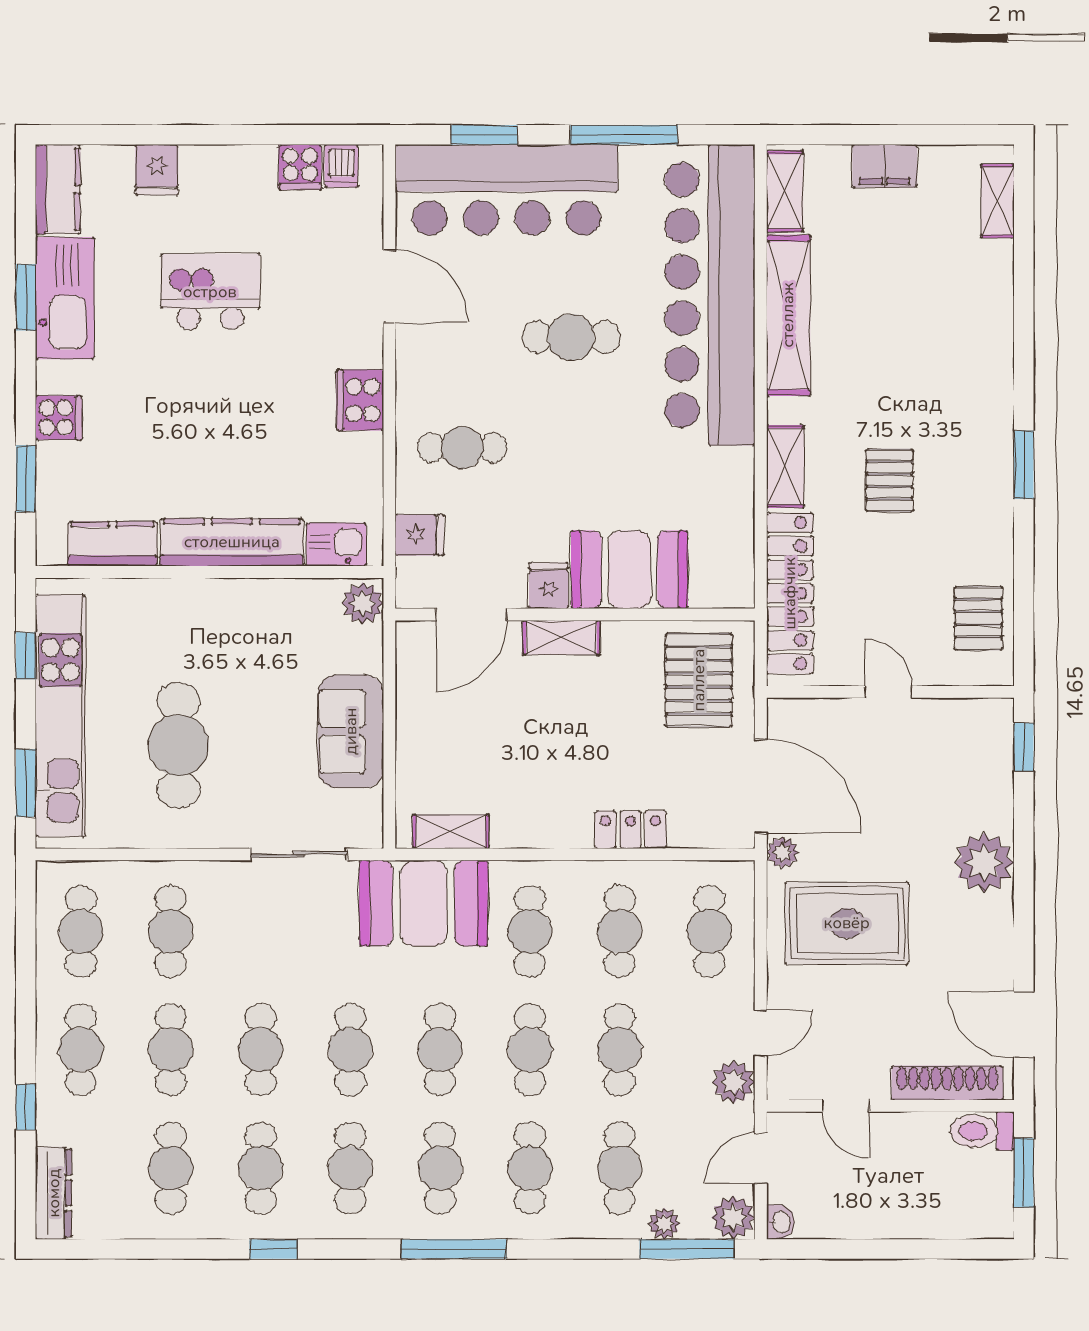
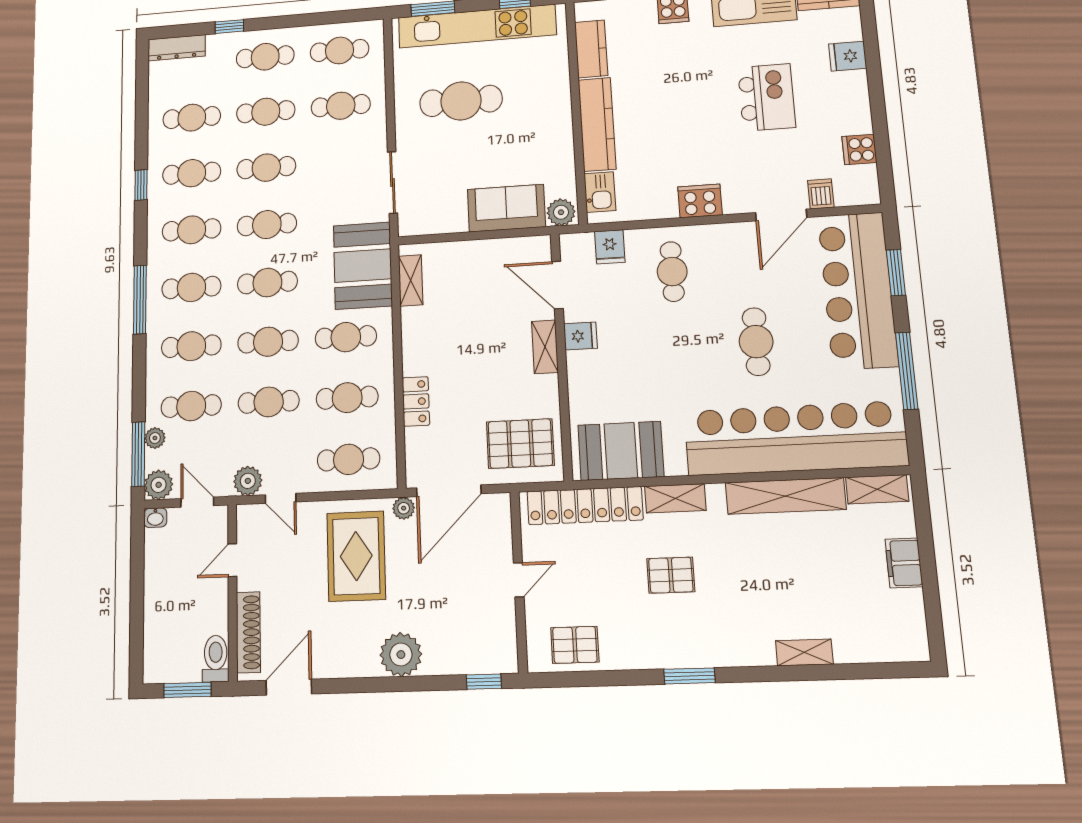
dishwasher: (341, 166) -> (821, 194), moved, turned 90
shelving: (998, 201) -> (804, 652), moved
booth: (629, 570) -> (621, 451), moved, turned 90
sofa: (351, 731) -> (506, 208), moved

